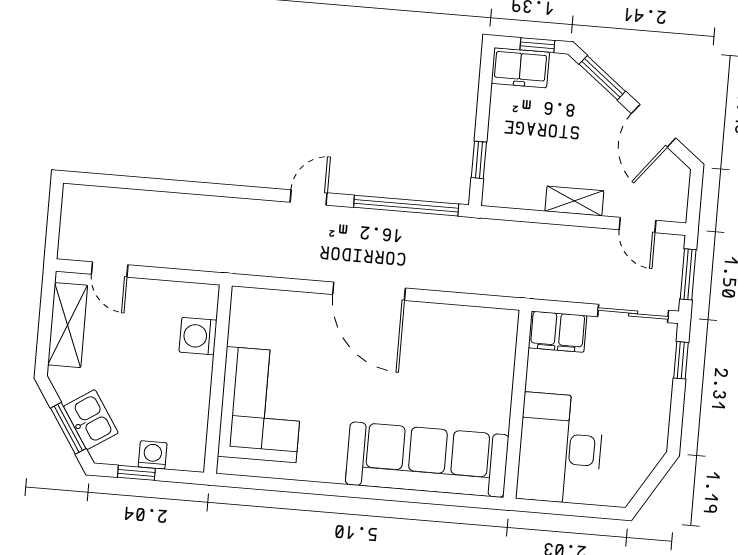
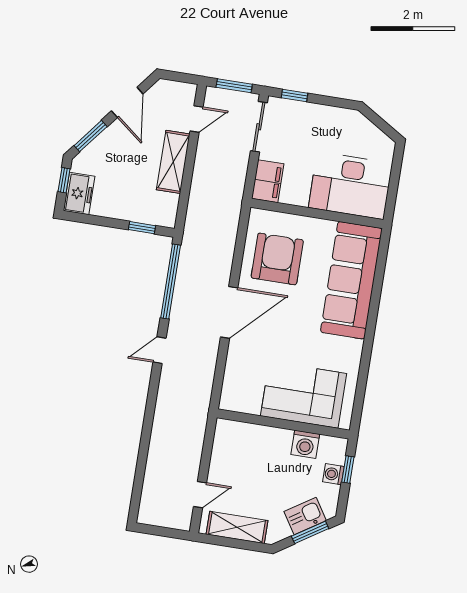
door: (654, 126) -> (127, 102), hinge flipped
door: (309, 197) -> (160, 350), hinge flipped
shelving: (574, 201) -> (173, 162), width x1.50, depth x1.33
washing machine: (198, 336) -> (305, 444), moved
armchair: (449, 353) -> (277, 259), added
window: (136, 473) -> (348, 469), moved

